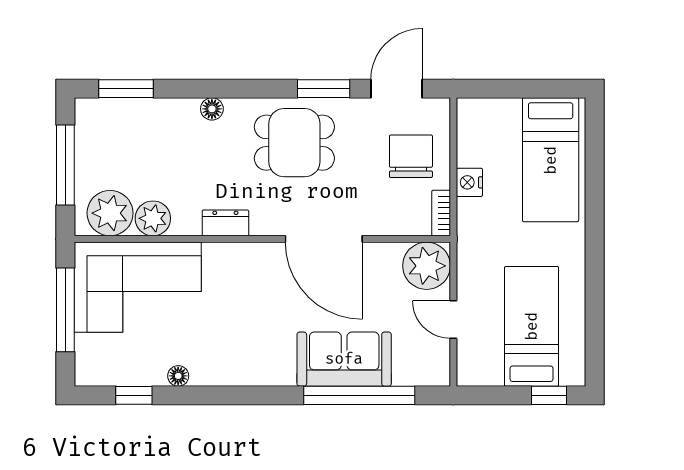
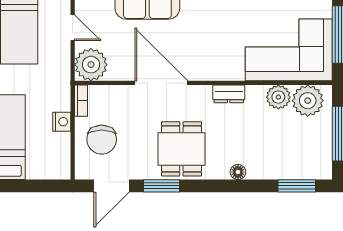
dining table: (294, 143) -> (181, 149), turned 90

